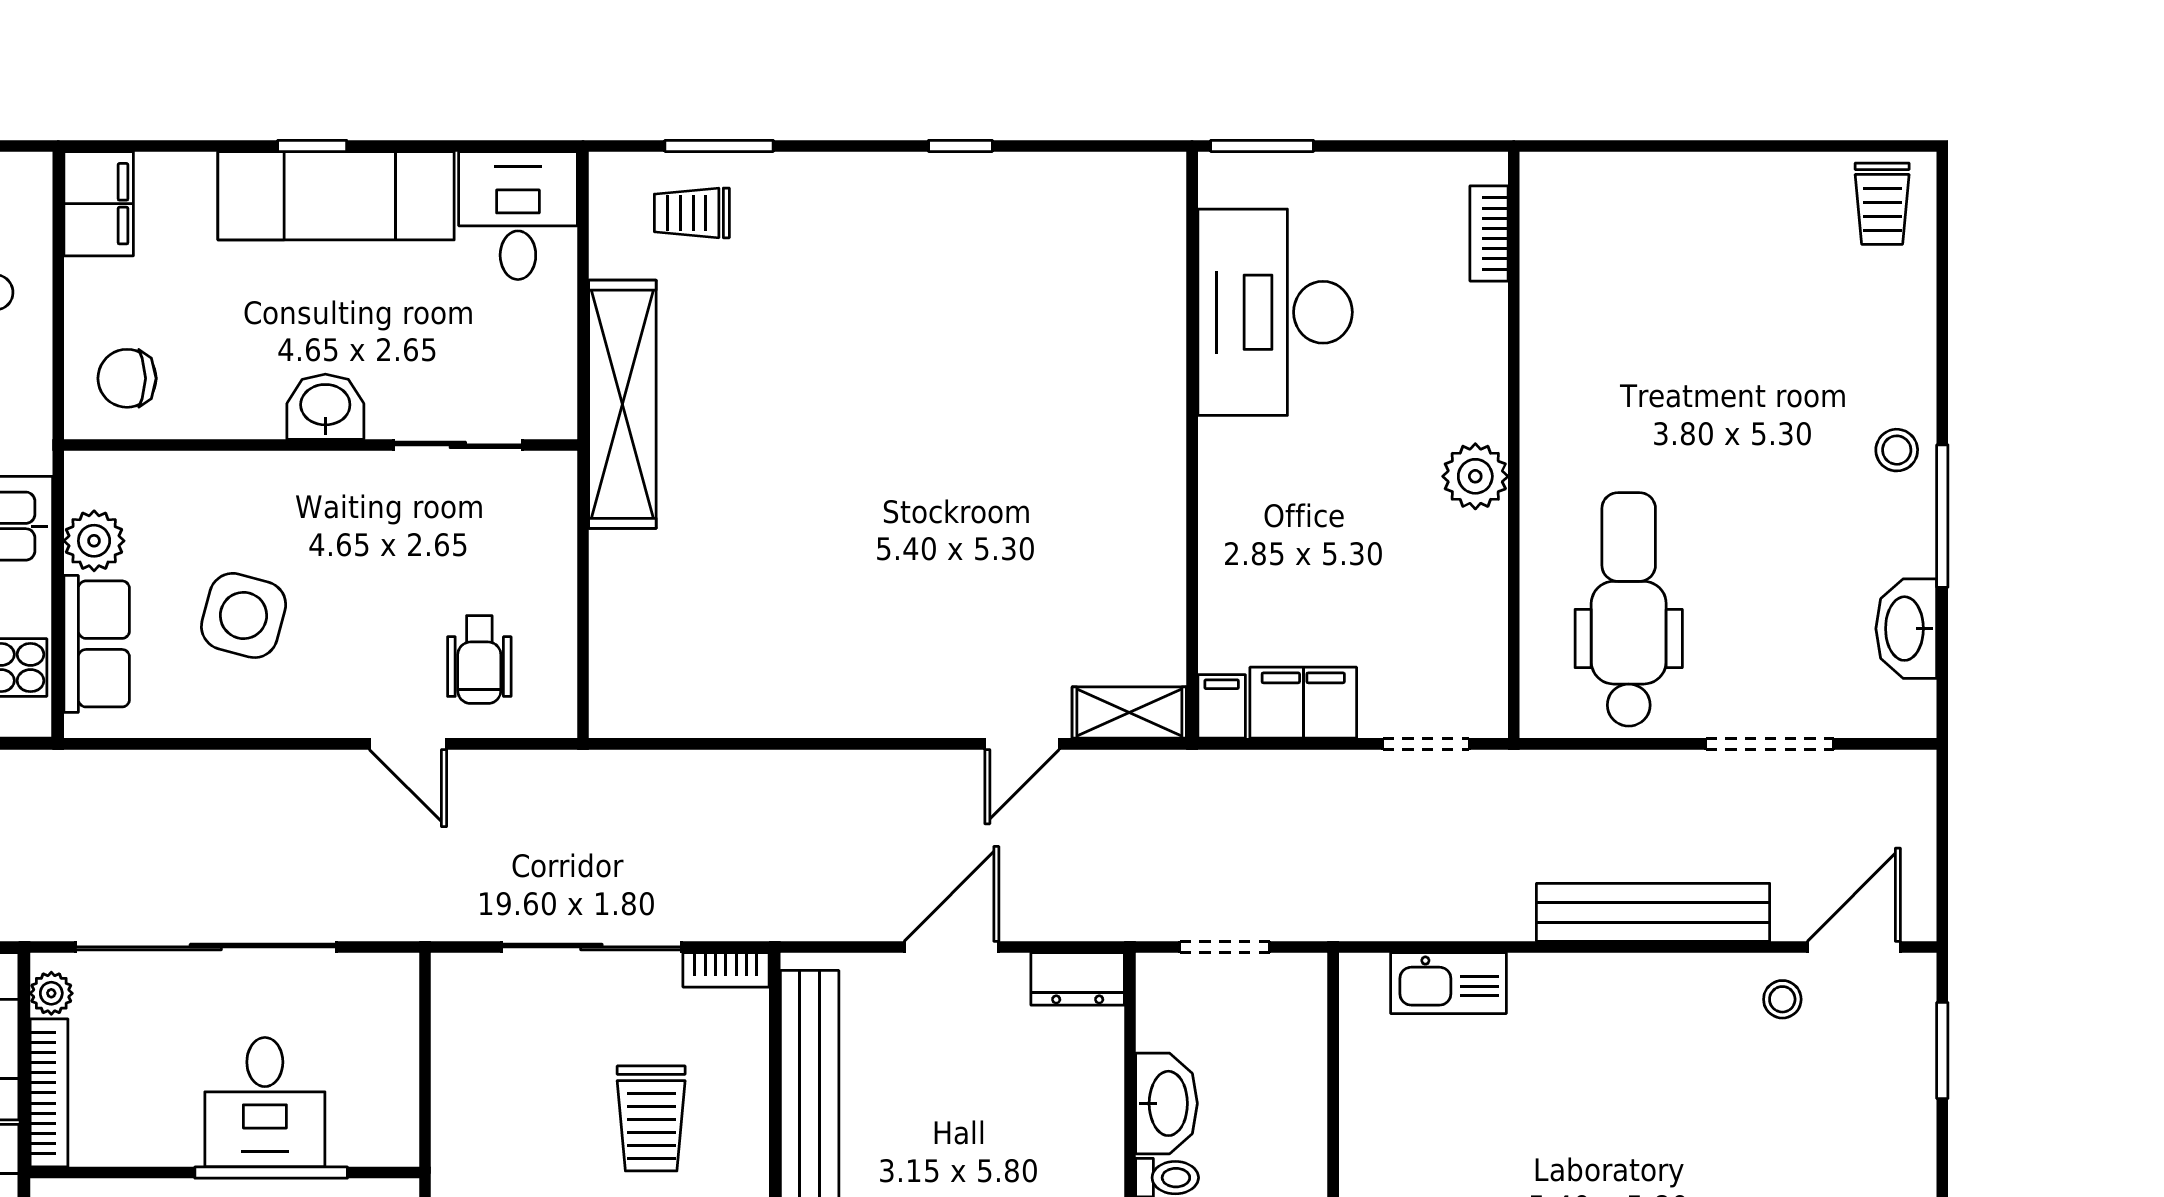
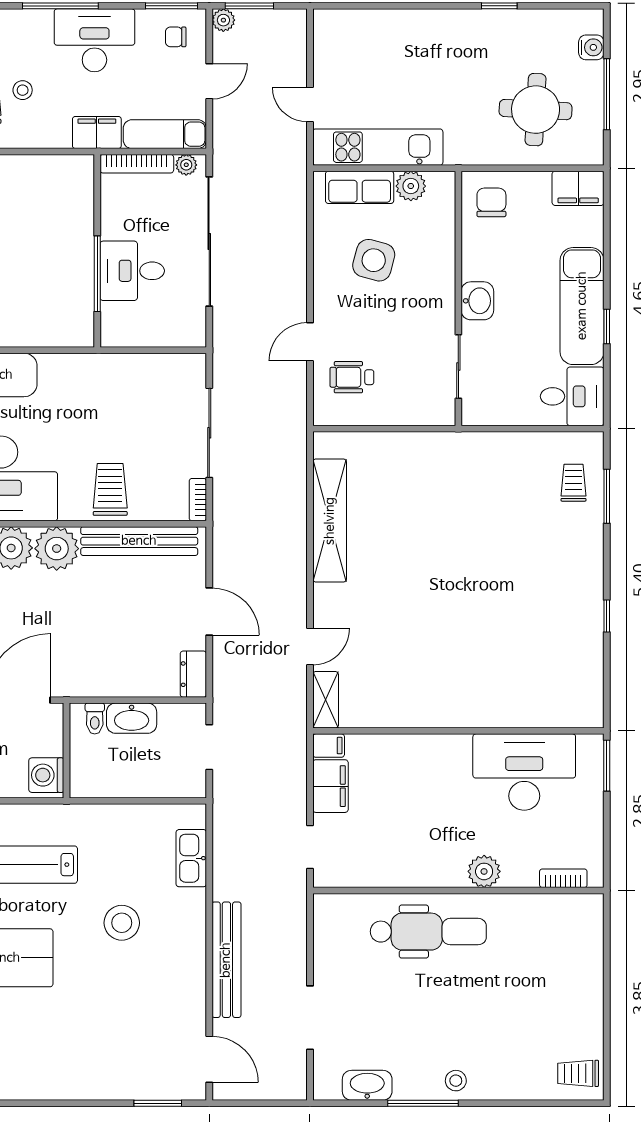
window: (312, 146) -> (607, 327), moved
shelving: (622, 404) -> (330, 521), moved, turned 90
plant: (1475, 476) -> (484, 871), moved
dental chair: (1629, 609) -> (428, 932), moved
door: (1022, 744) -> (310, 646), swing flipped
stool: (1782, 999) -> (122, 923), moved, width x1.89, depth x1.89
trolley: (651, 1118) -> (110, 489), moved, turned 90

